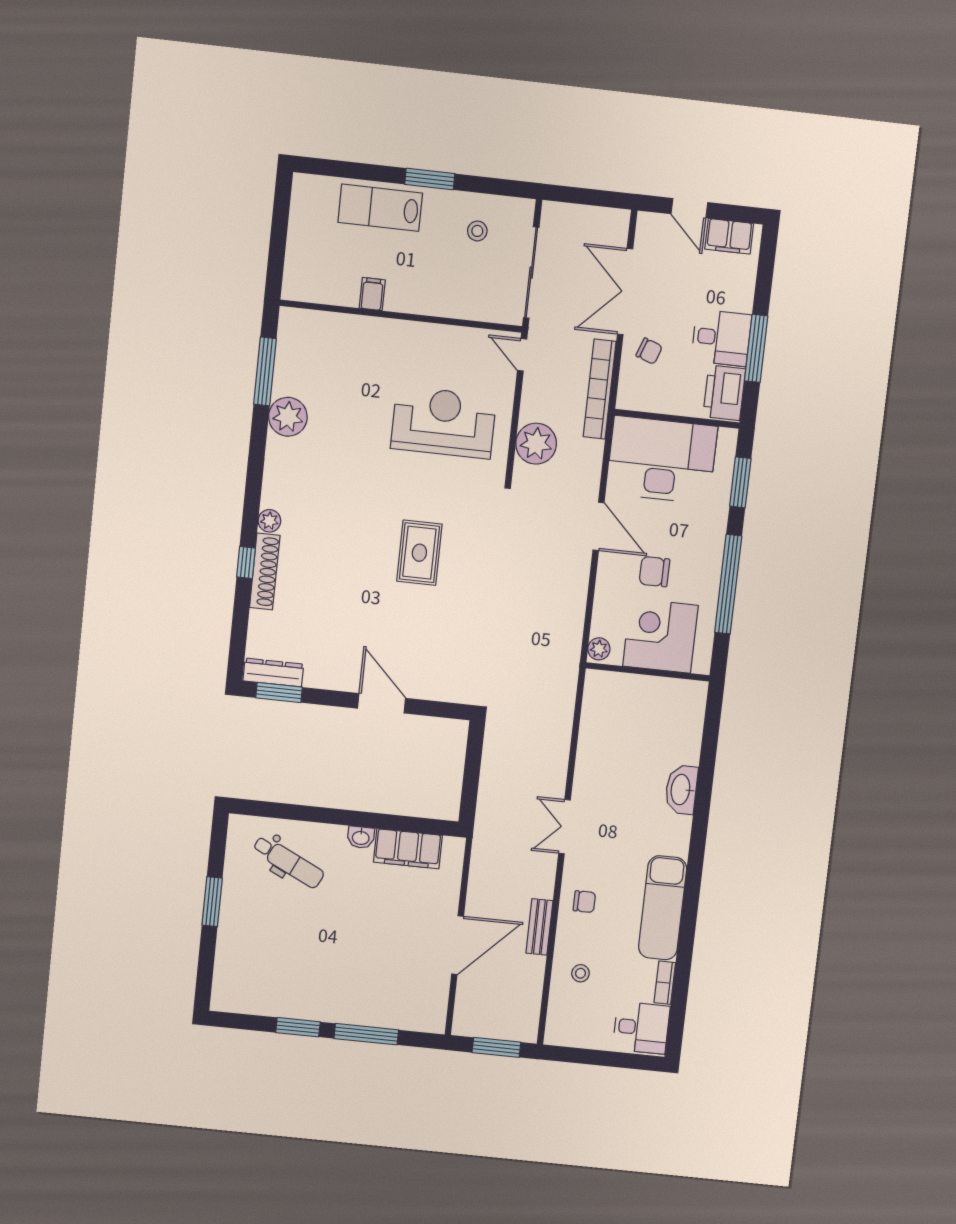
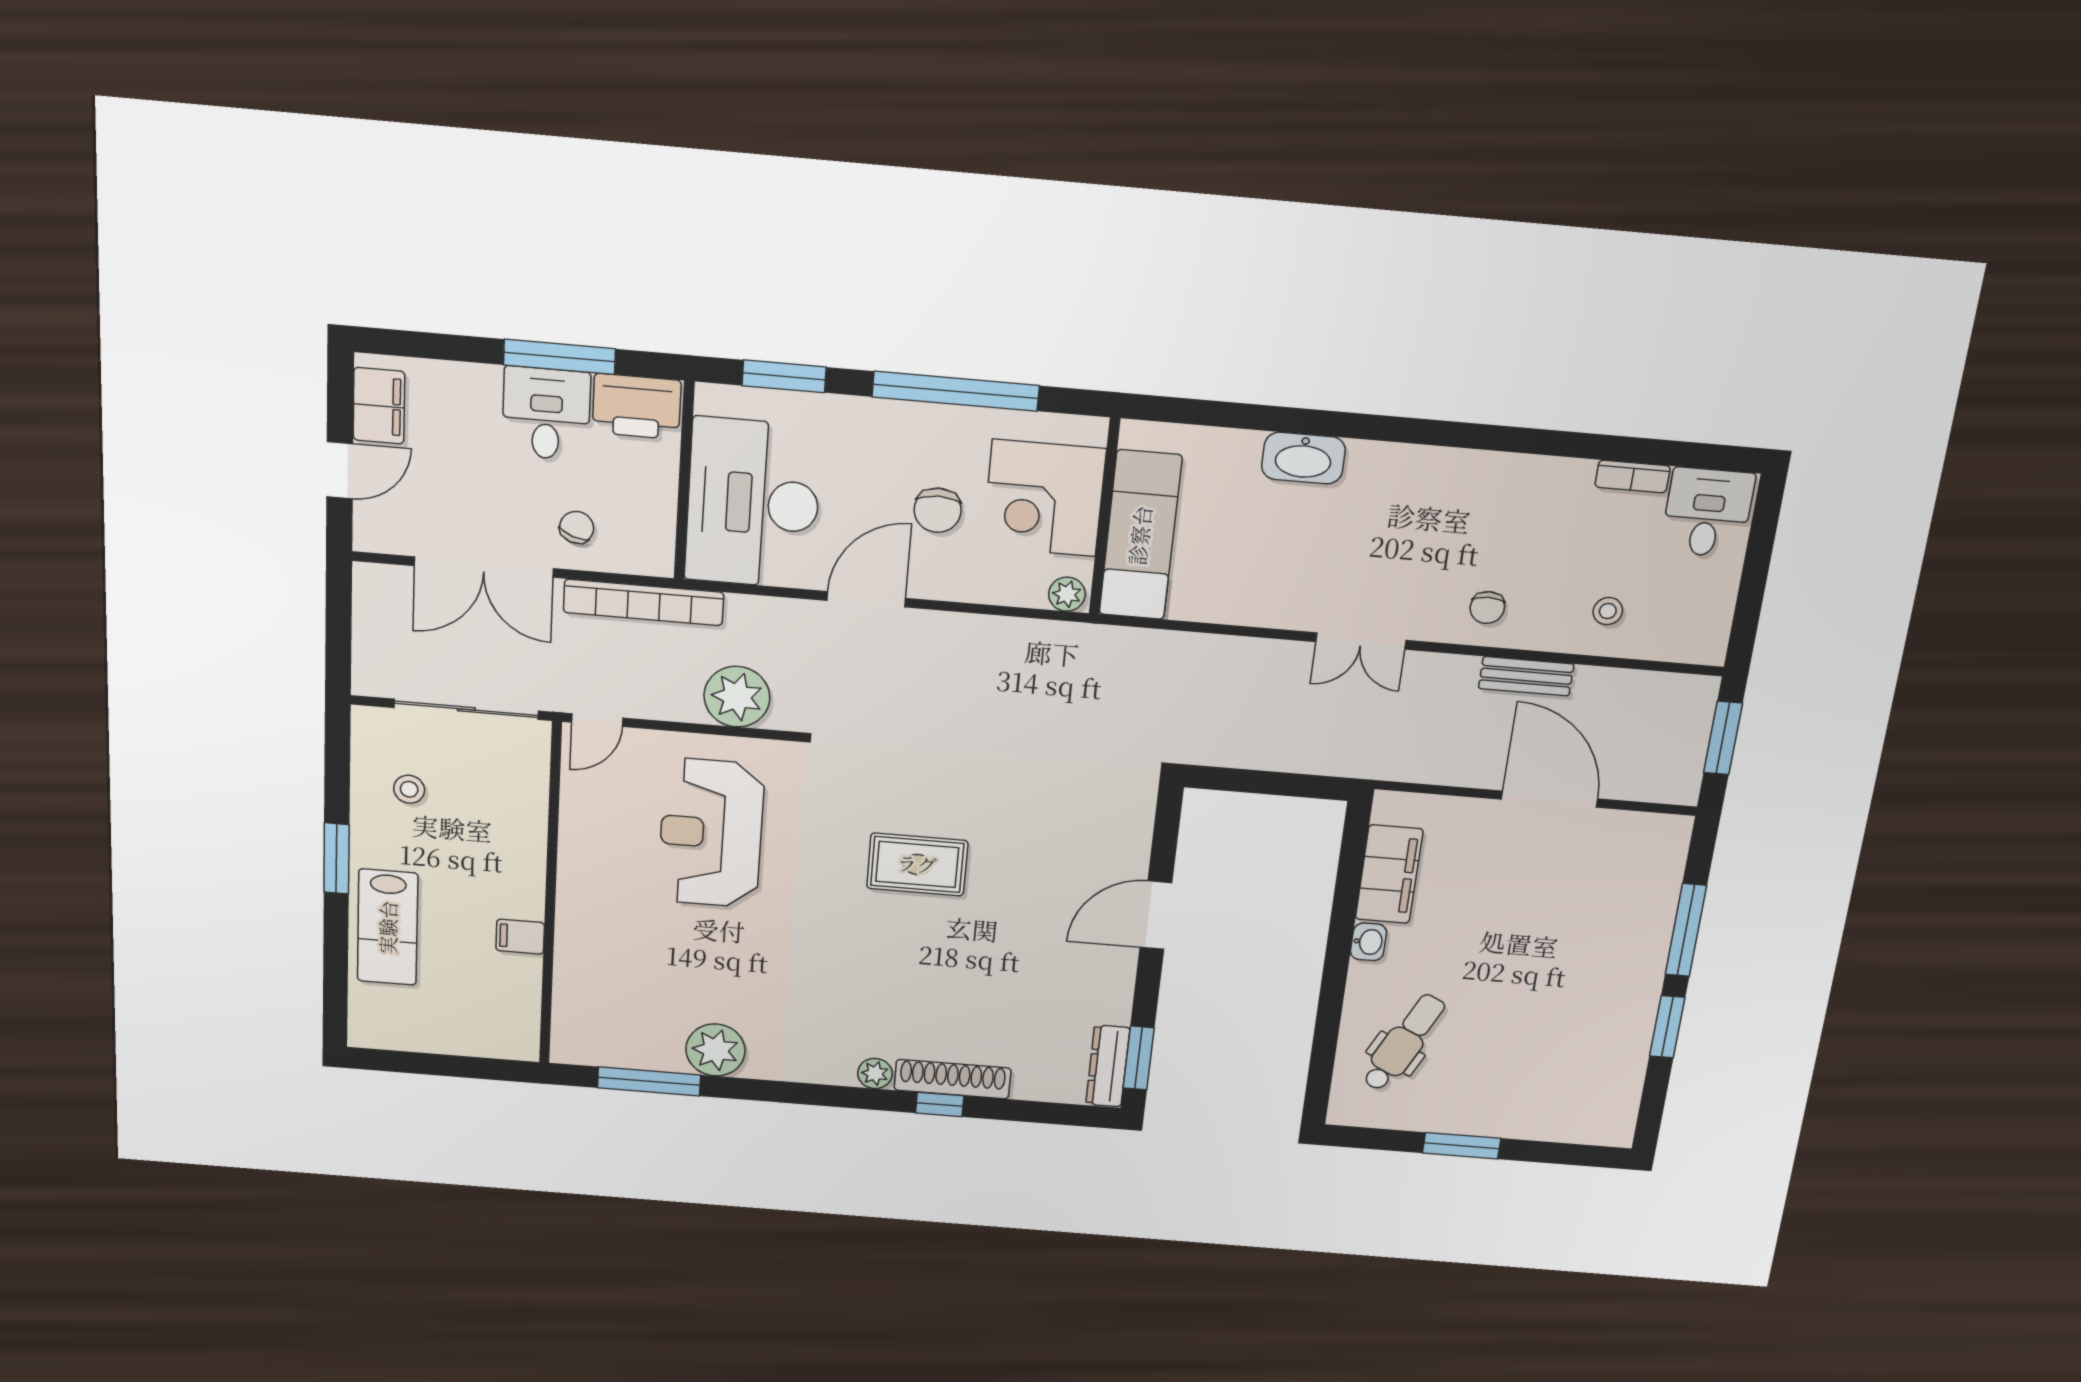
chair: (584, 902) -> (1487, 608), turned 180
exam couch: (663, 908) -> (1140, 535), moved, turned -90

